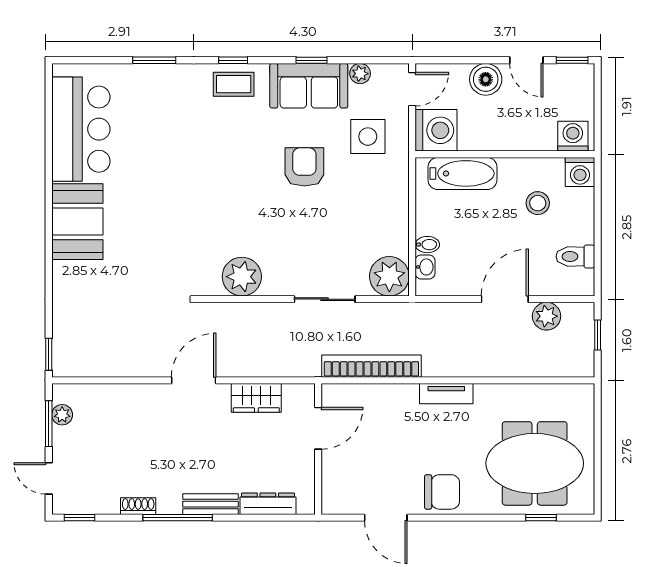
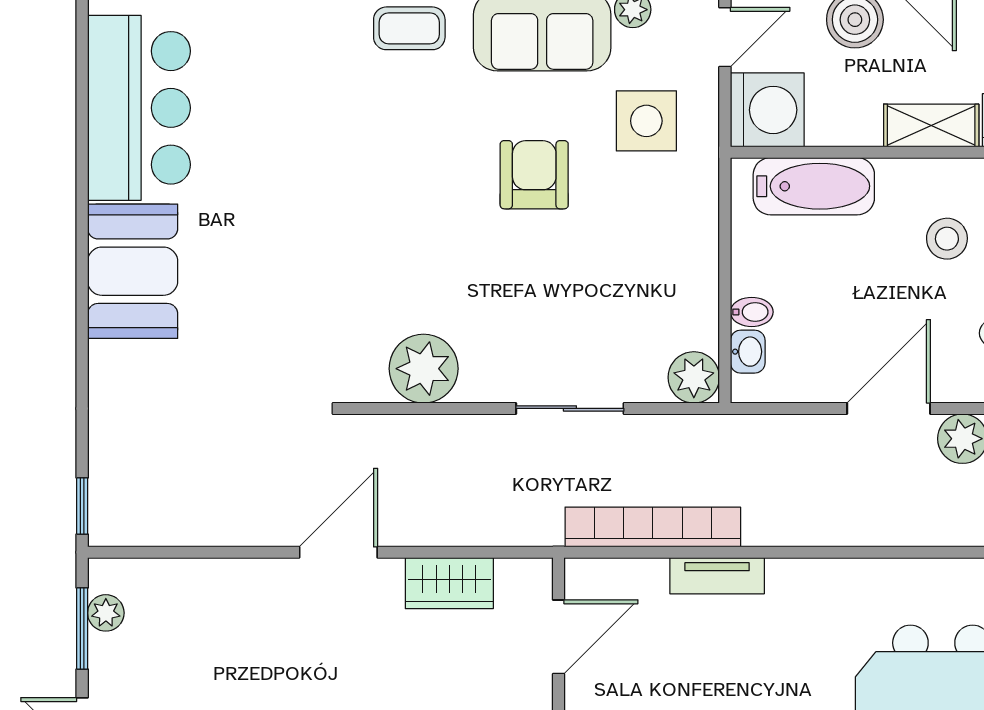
shelving: (529, 139) -> (931, 125), added
plant: (389, 276) -> (694, 377), width x0.73, depth x0.73
tv unit: (446, 394) -> (717, 576), moved

